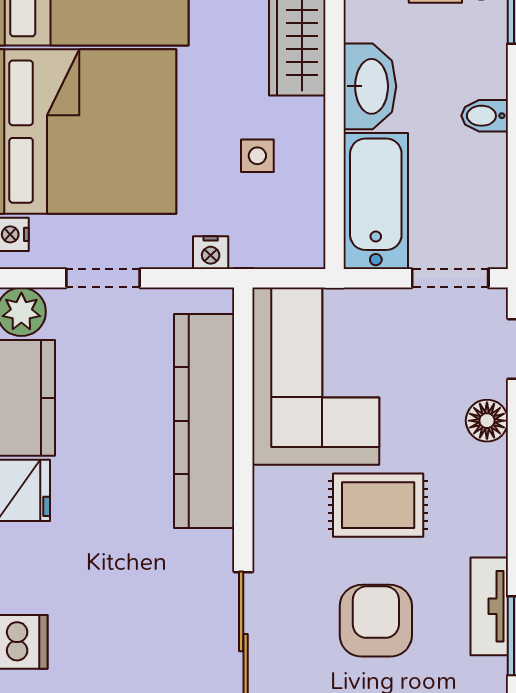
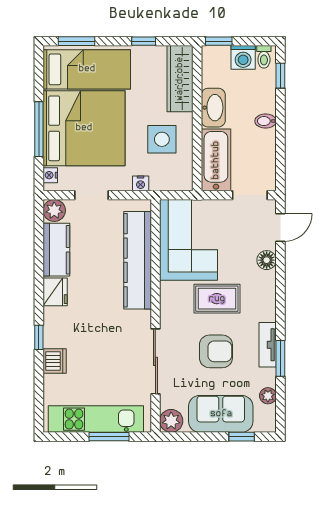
side table: (257, 156) -> (162, 139), width x1.87, depth x1.87
armchair: (376, 621) -> (216, 351), turned 90

